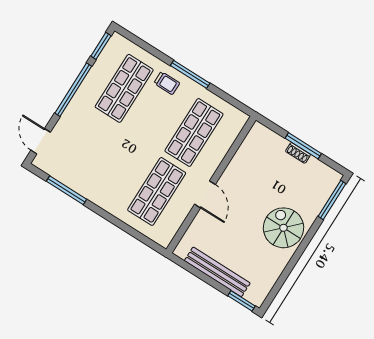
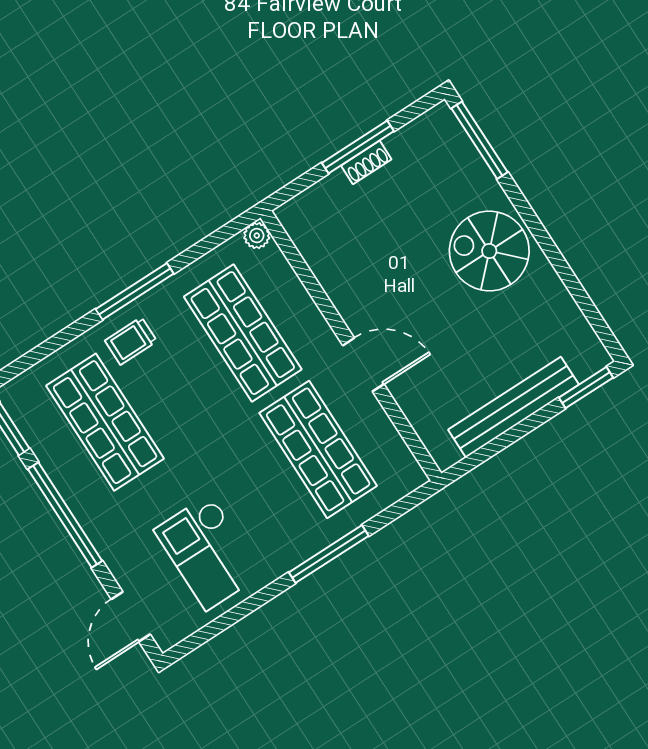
trolley: (167, 83) -> (131, 341), turned 180
plant: (241, 118) -> (257, 236), added
door: (41, 141) -> (131, 617), hinge flipped
checkout: (86, 163) -> (208, 552), added
window: (67, 190) -> (329, 554), moved

